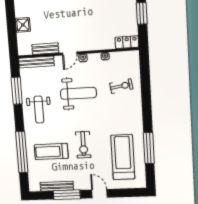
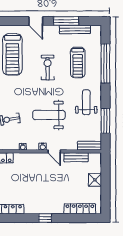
door: (70, 53) -> (54, 151), swing flipped
bench: (36, 62) -> (89, 146), width x0.73
treadmill: (51, 152) -> (78, 63), turned 90

